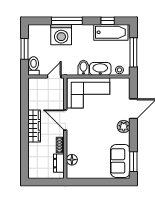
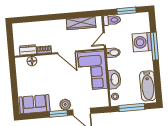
window: (108, 21) -> (158, 82), removed
bidet: (83, 68) -> (113, 53), moved
door: (54, 76) -> (104, 39), swing flipped
door: (65, 120) -> (67, 52), swing flipped
wardrobe: (34, 126) -> (81, 23), moved
window: (133, 162) -> (58, 114), moved

